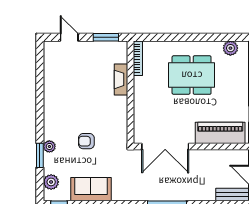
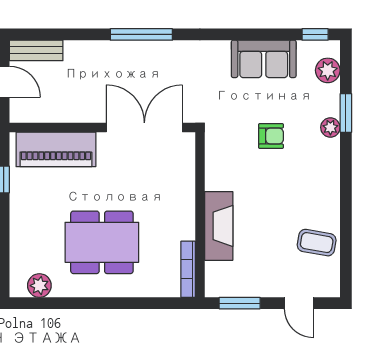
coffee table: (58, 75) -> (317, 243), added
fireplace: (121, 79) -> (219, 226), width x1.37, depth x1.32

